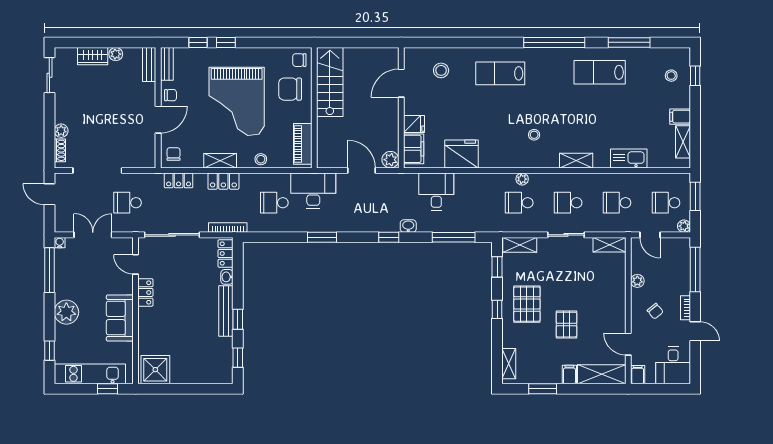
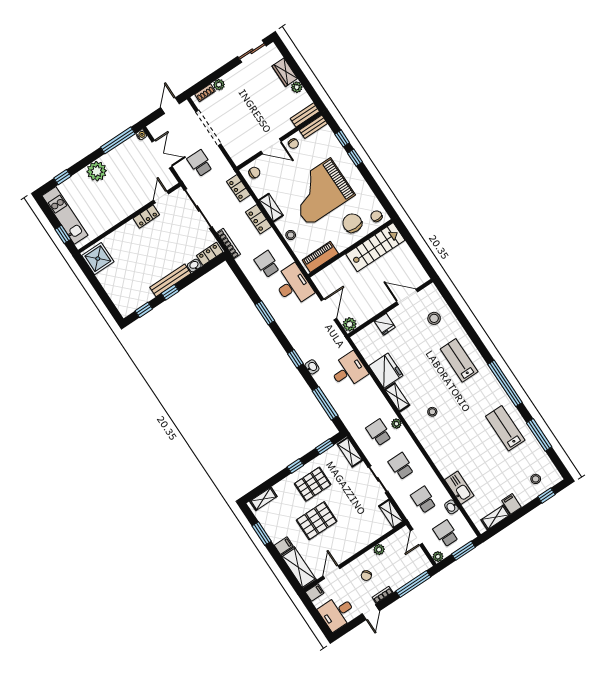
filing cabinet: (414, 149) -> (368, 335), removed
shelving: (576, 161) -> (397, 397), moved
washbasin: (643, 179) -> (451, 507), added
sofa: (120, 318) -> (117, 211), removed
pallet: (566, 325) -> (317, 521), width x1.50, depth x1.42

